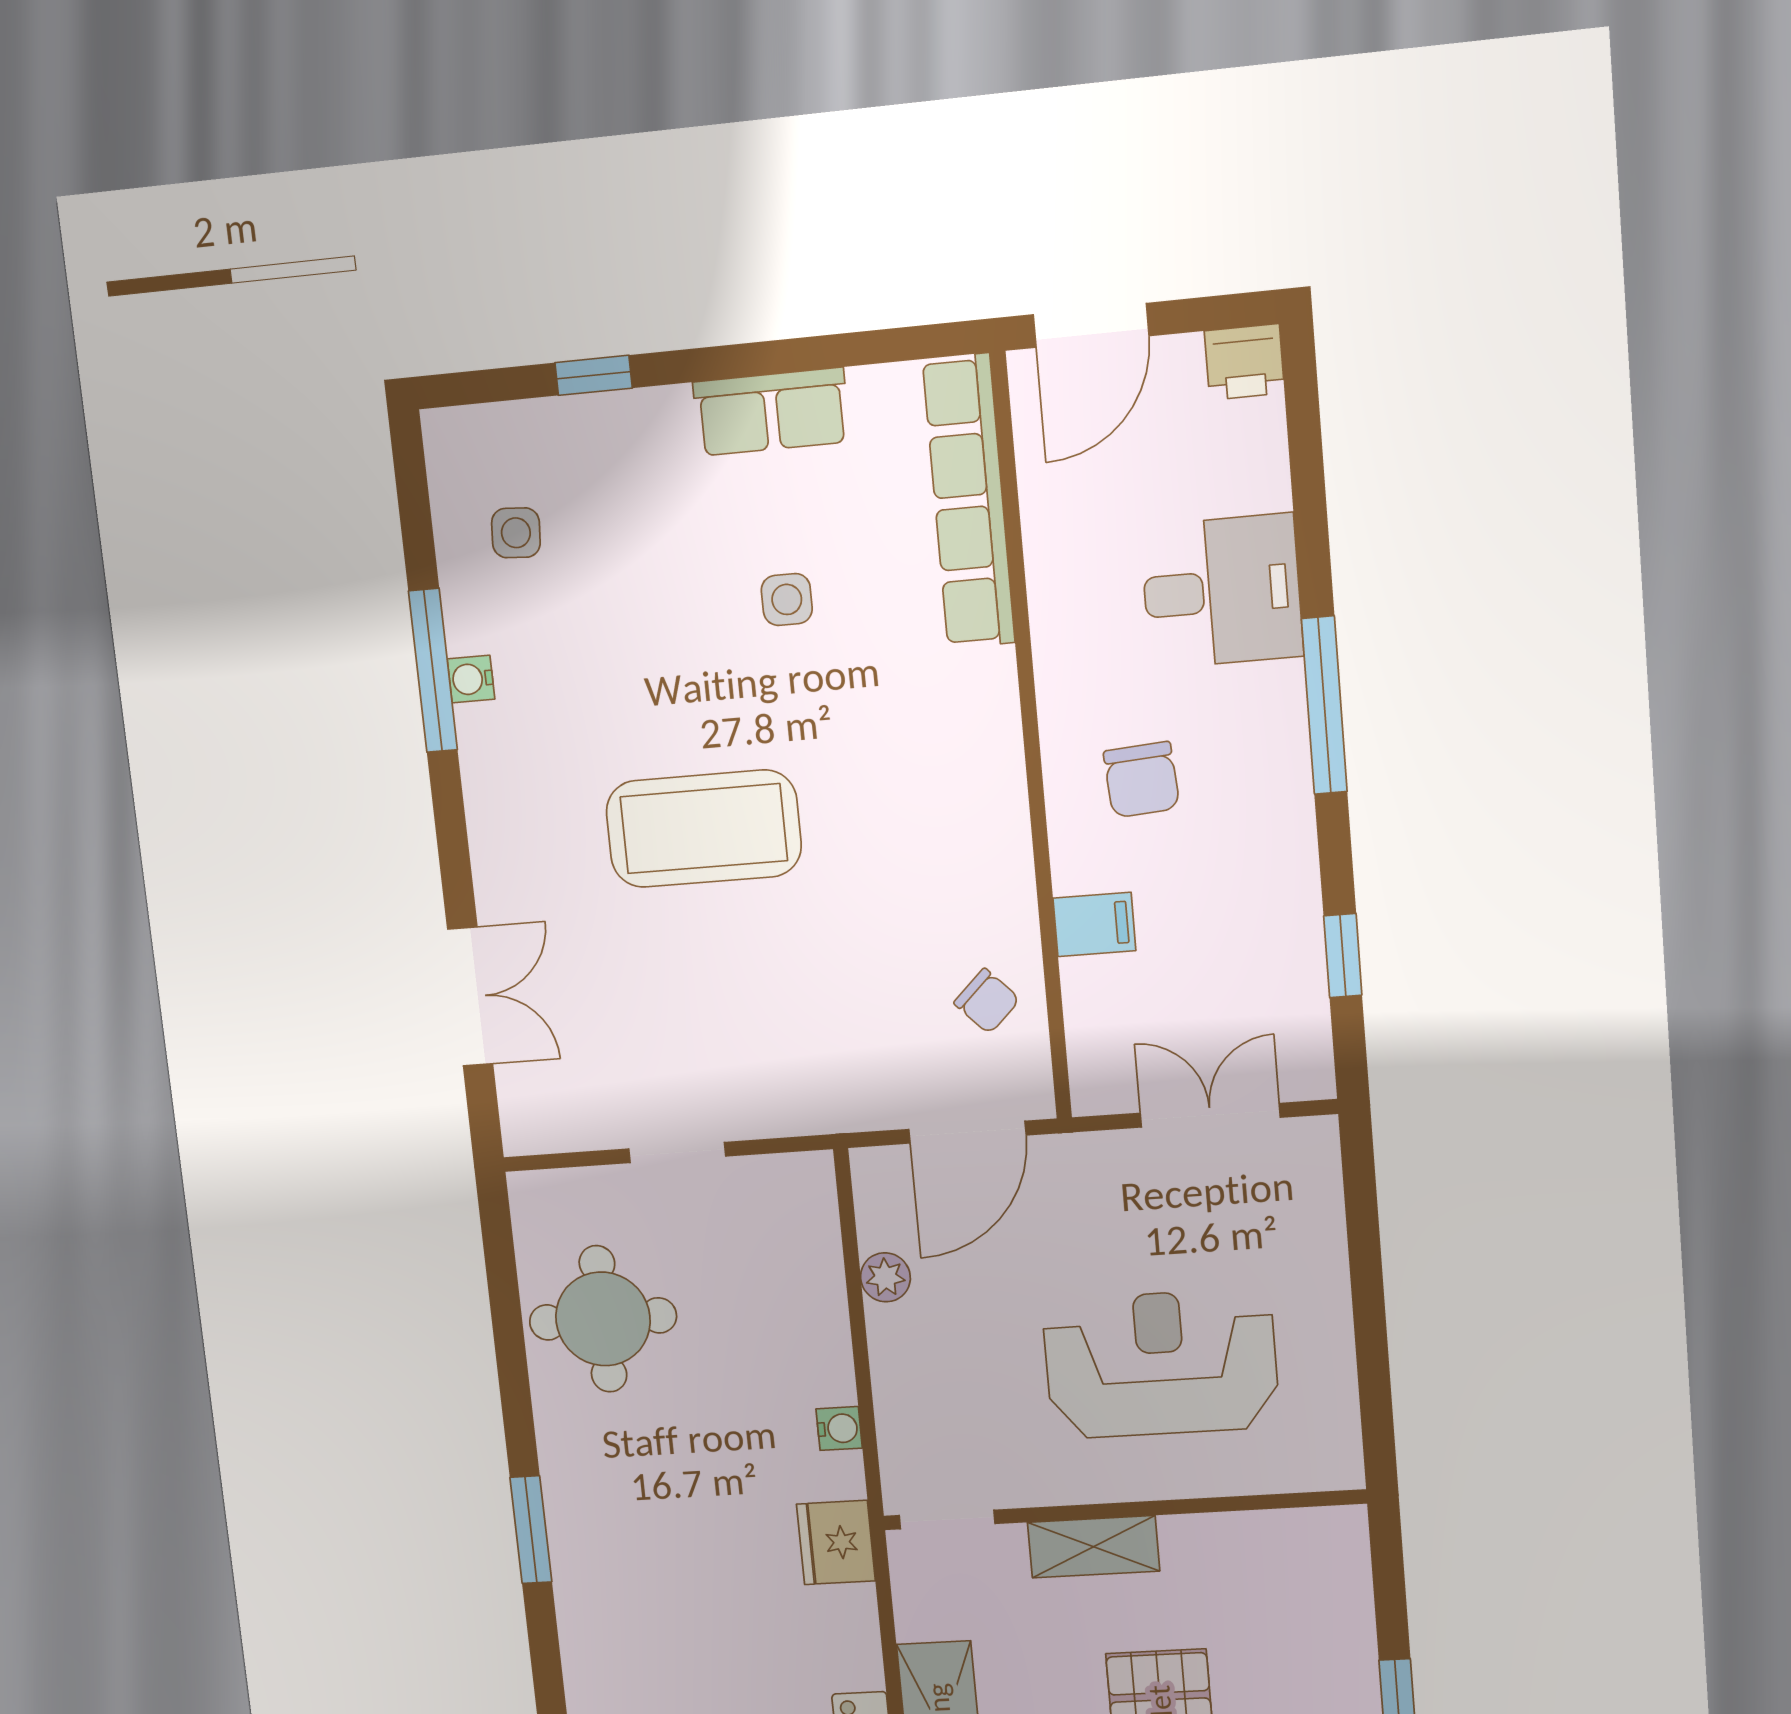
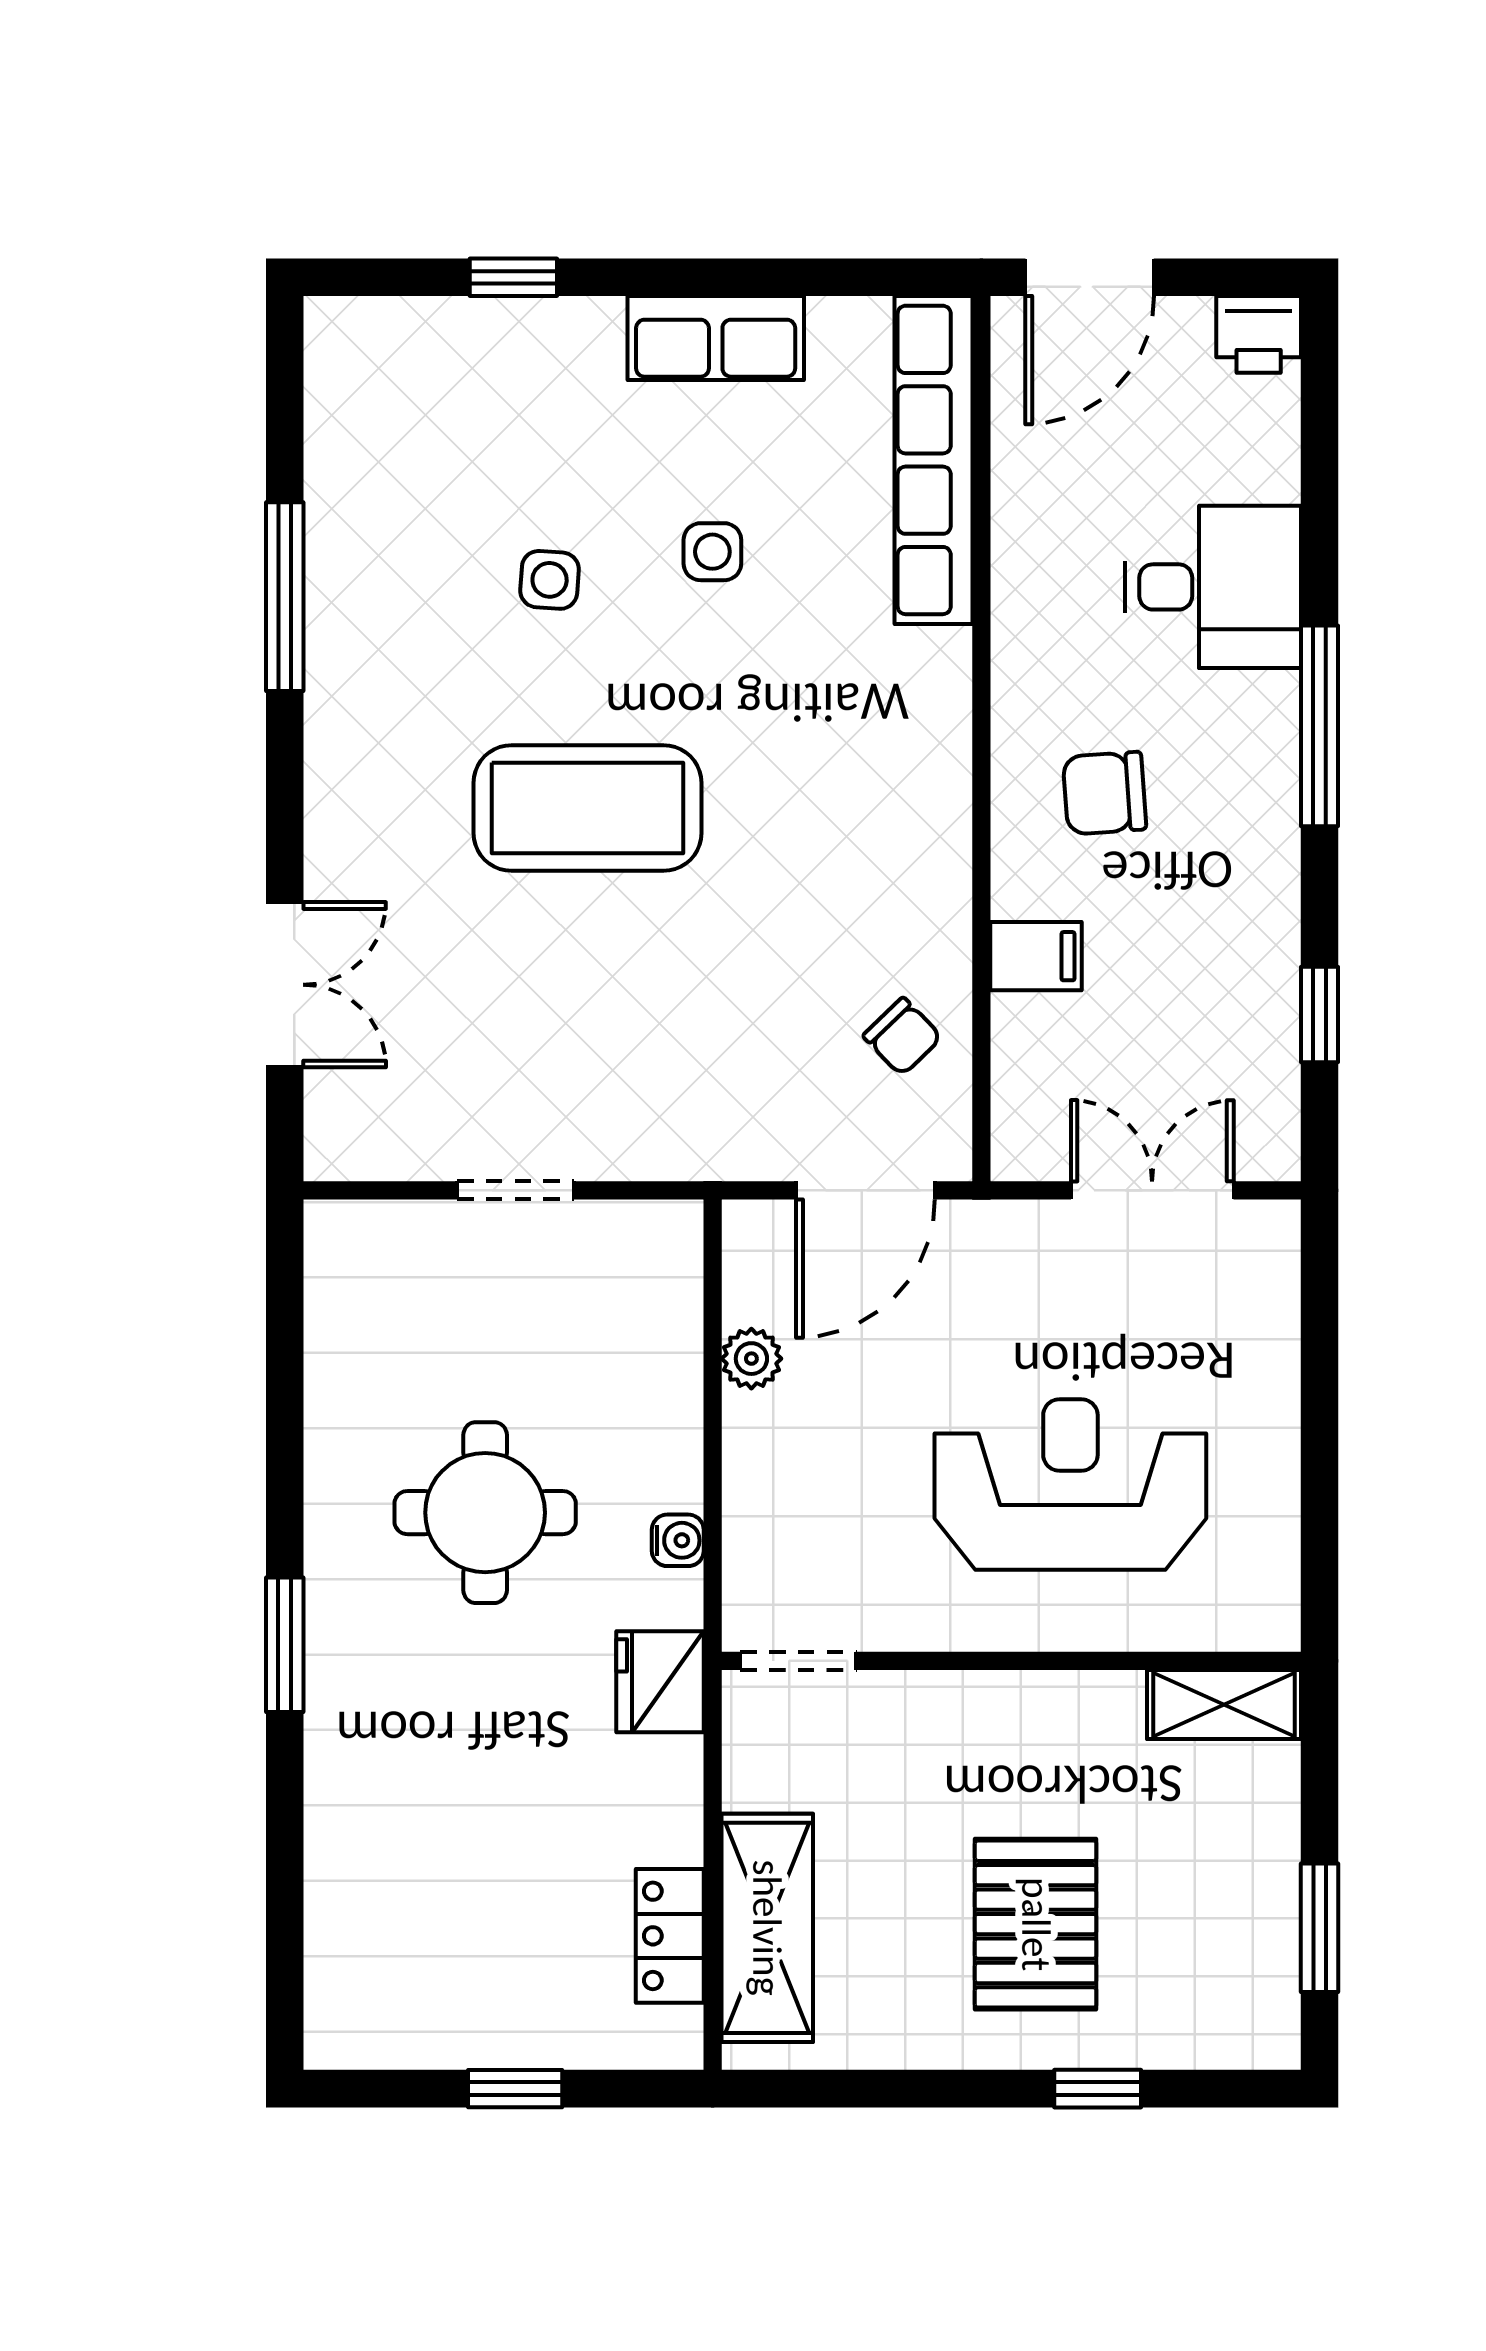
side table: (516, 533) -> (550, 580), moved
water cooler: (471, 679) -> (329, 611), removed
chair: (1142, 780) -> (1104, 793), turned 90
round table: (603, 1319) -> (485, 1513), moved
shelving: (1094, 1547) -> (1224, 1704), moved

